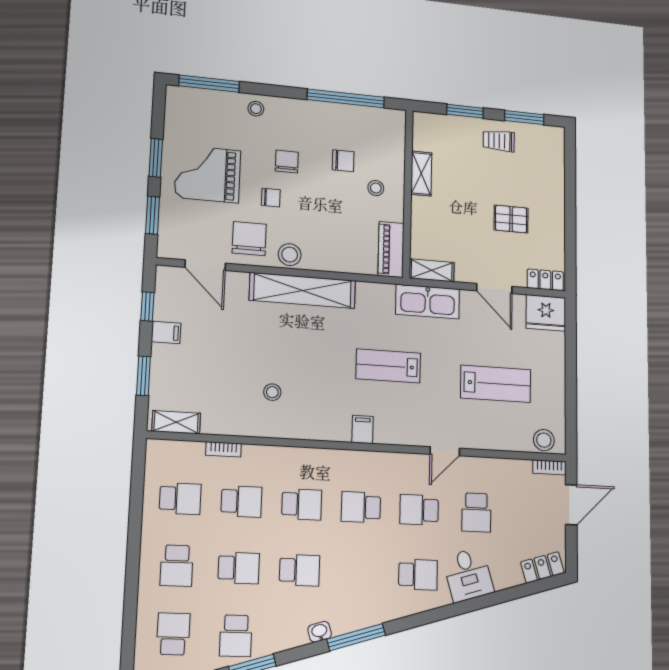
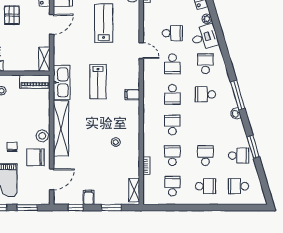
kitchen sink: (428, 302) -> (62, 82), moved
school desk: (299, 570) -> (205, 94), moved, turned -90
plant: (503, 580) -> (207, 19), added

